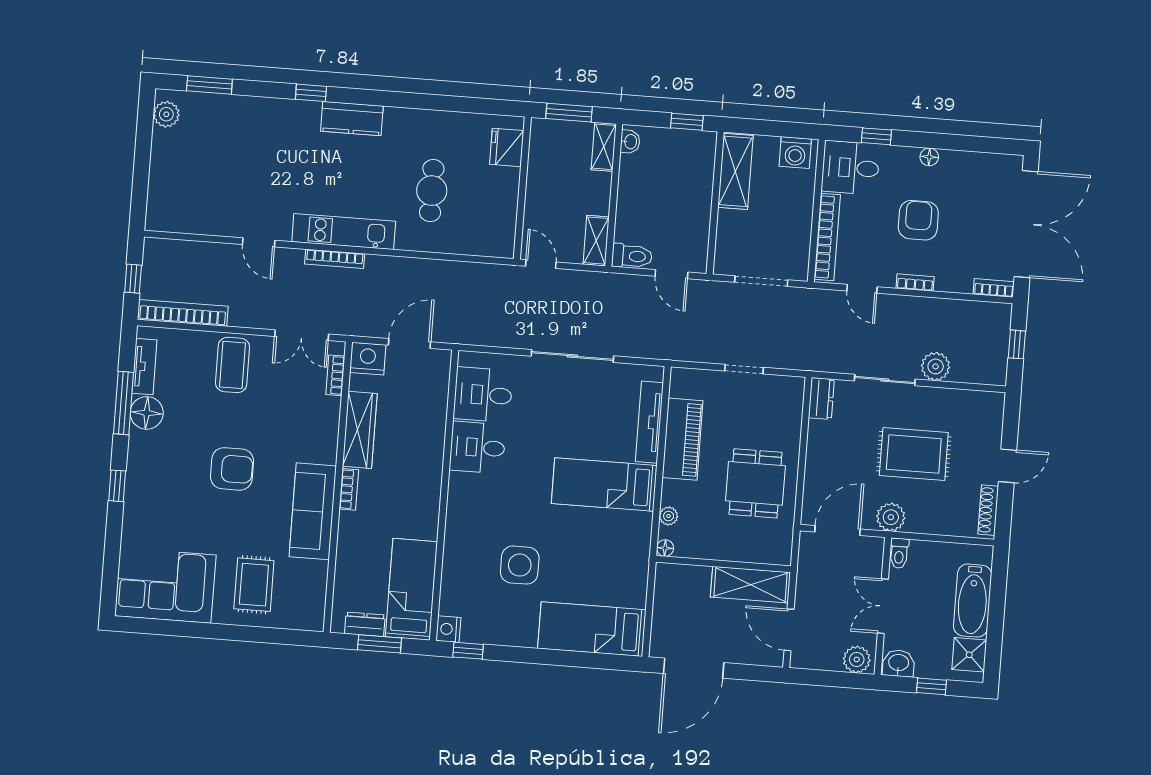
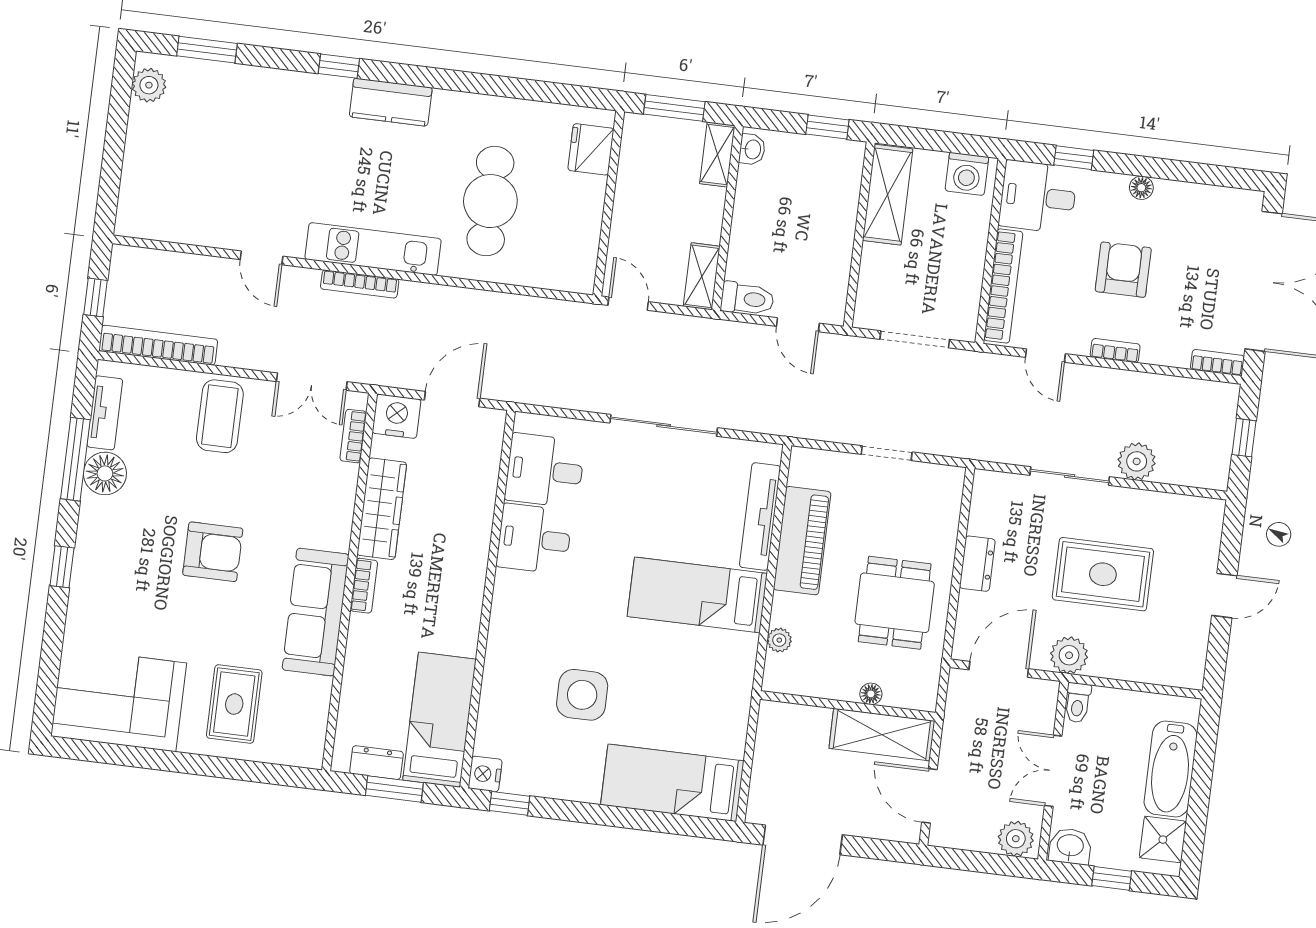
cafe table: (432, 191) -> (490, 201), width x1.37, depth x1.35
dresser: (821, 398) -> (977, 564), moved
shoe rack: (988, 510) -> (1196, 652), removed
floor lamp: (665, 548) -> (871, 694), moved

